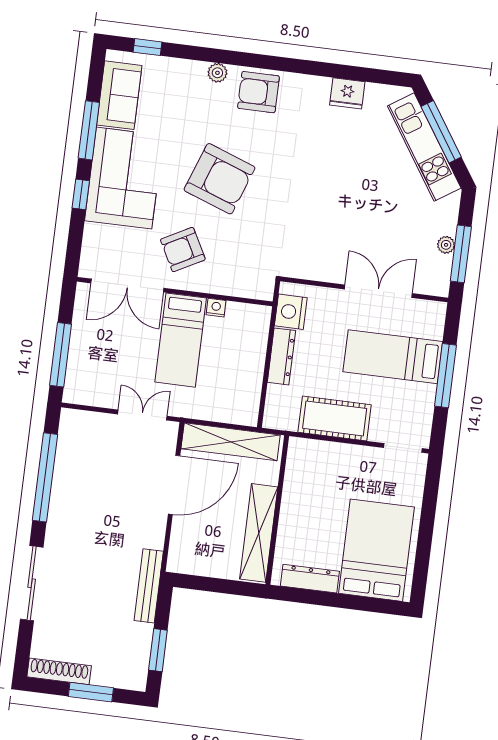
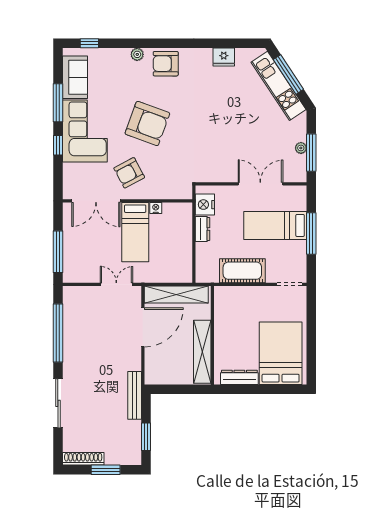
dresser: (281, 356) -> (203, 229), width x0.70

